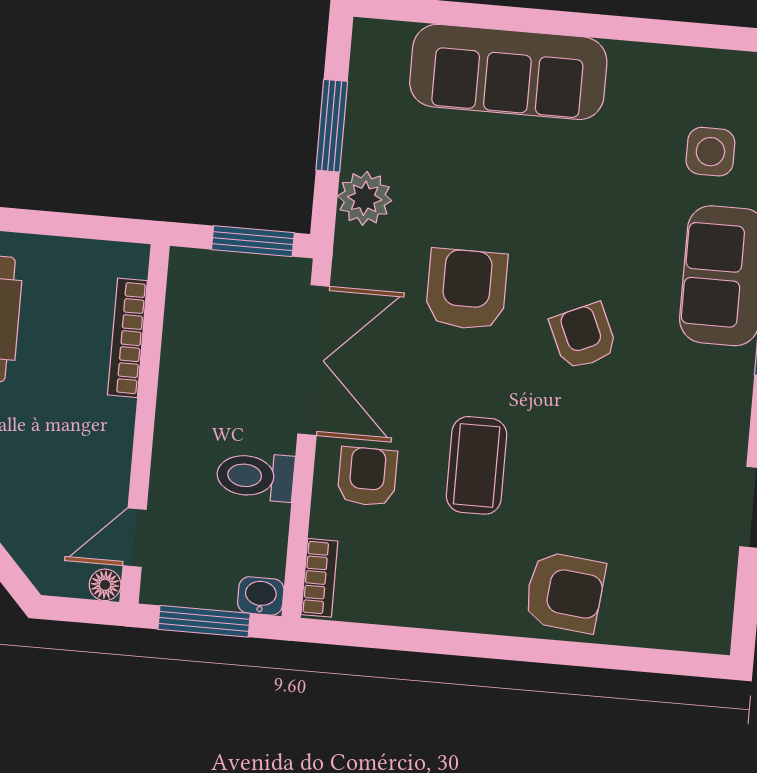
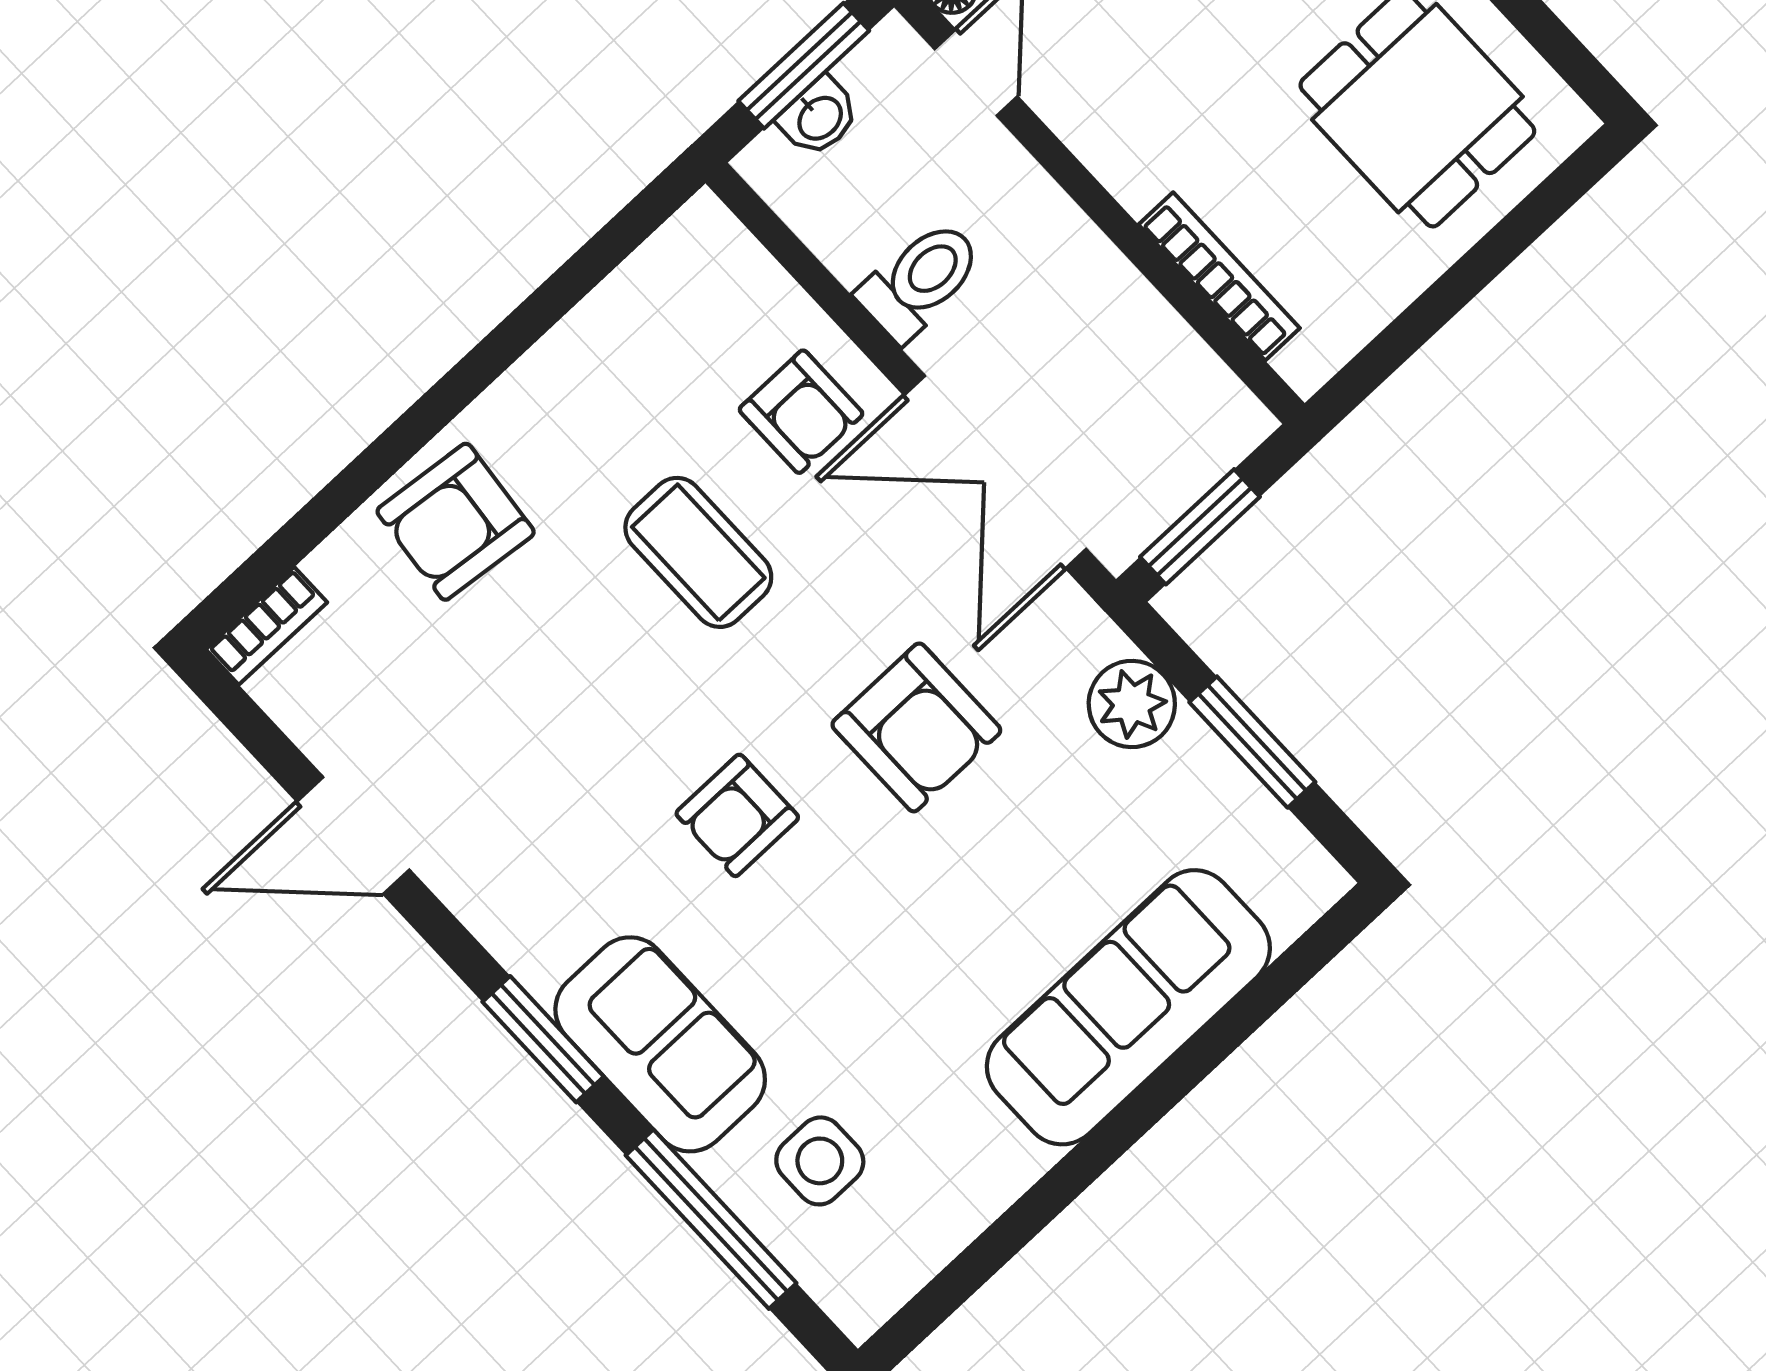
armchair: (583, 336) -> (737, 815), turned 114
bookcase: (319, 578) -> (266, 626), moved, turned -90
washbasin: (261, 596) -> (819, 117), moved

